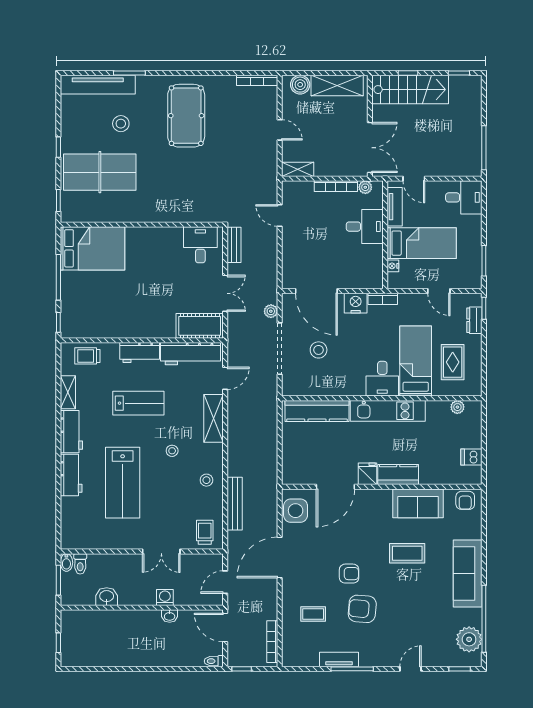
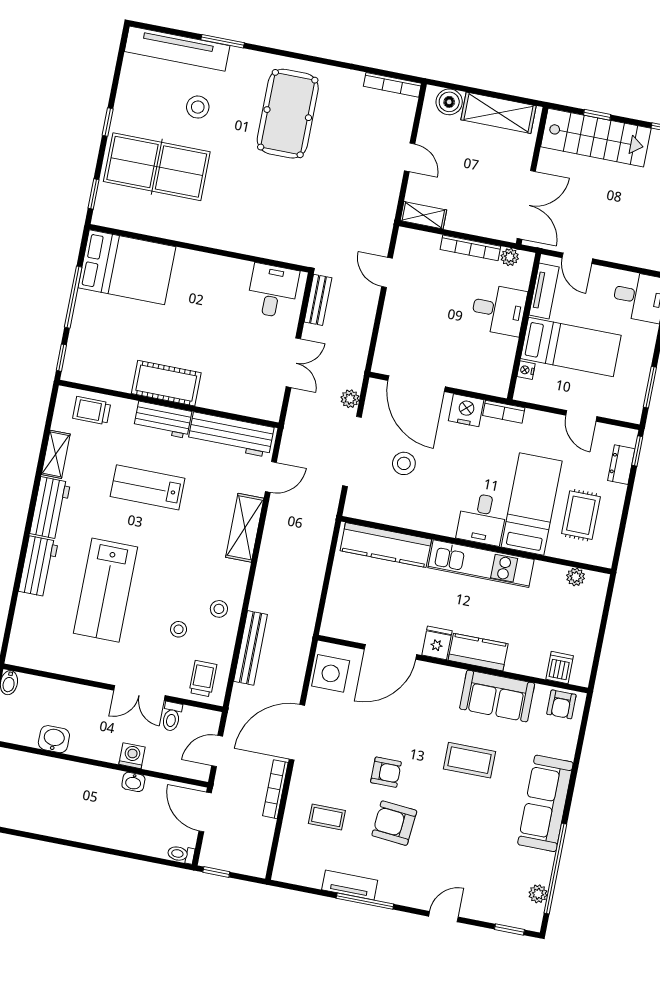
cot: (200, 326) -> (166, 383), moved
lab bench: (138, 403) -> (148, 487), turned 180
stool: (172, 451) -> (179, 629), moved
dishwasher: (471, 457) -> (560, 667), moved, turned 90
toilet: (80, 564) -> (172, 717), moved
plant: (469, 639) -> (538, 894), width x0.53, depth x0.53
bookcase: (272, 642) -> (275, 789), moved

